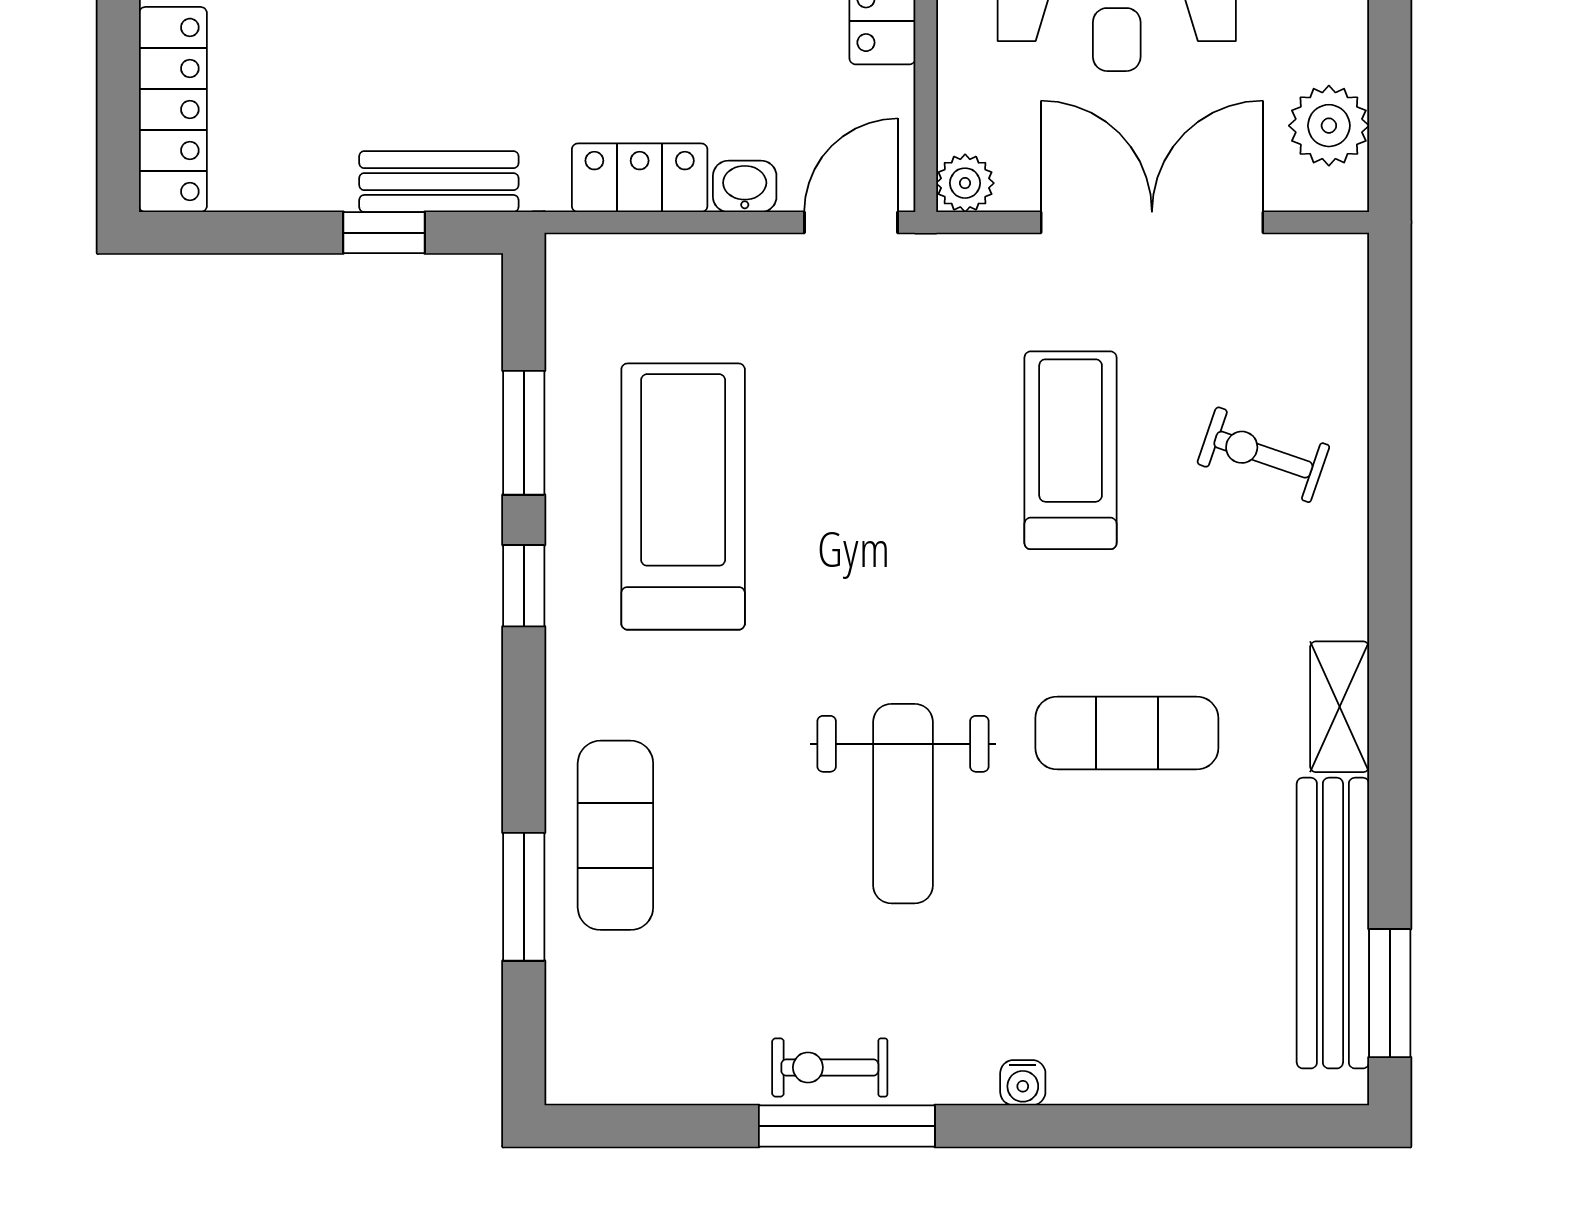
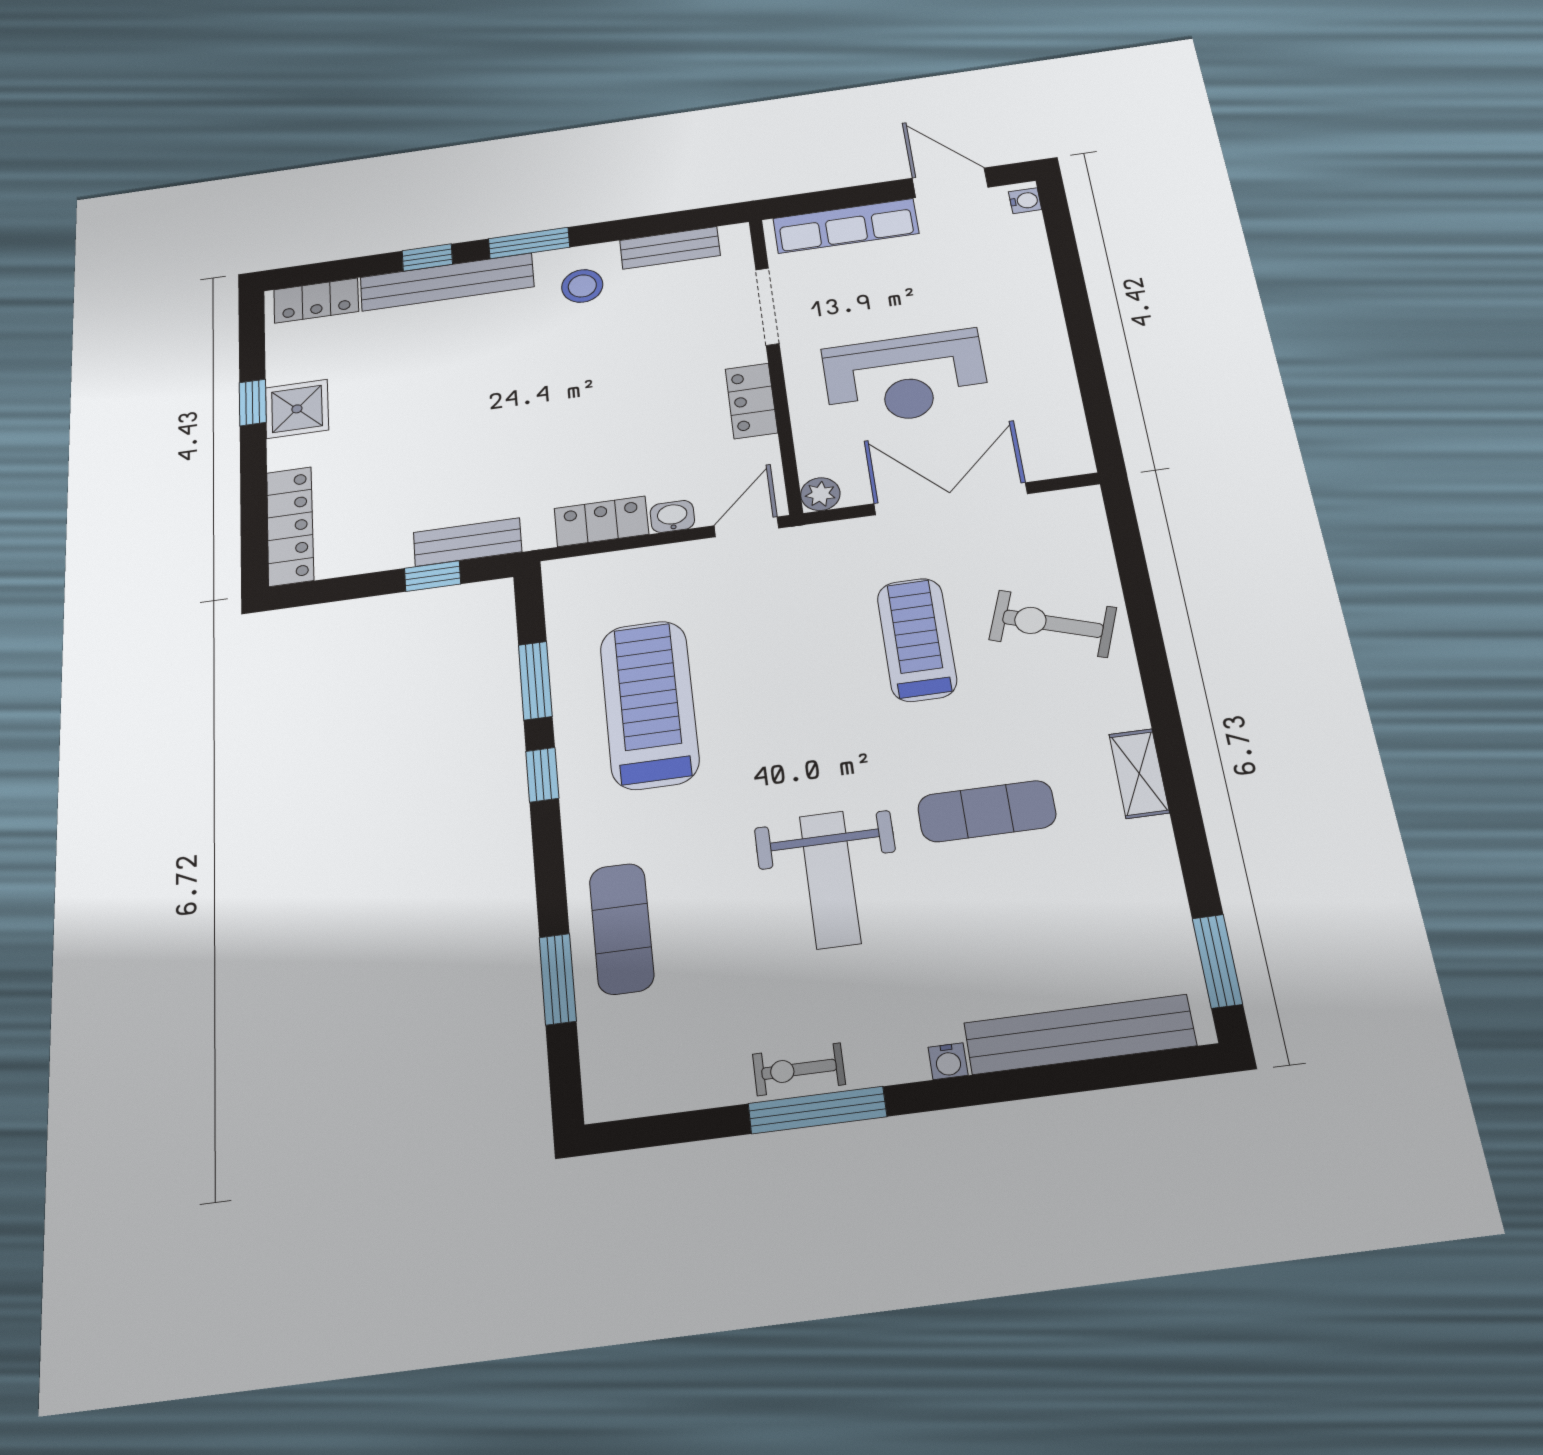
plant: (1329, 126) -> (1060, 428), removed
exercise bike: (1263, 455) -> (1053, 624), width x1.38, depth x1.39
bench: (1333, 923) -> (1080, 1034), moved, turned 90

